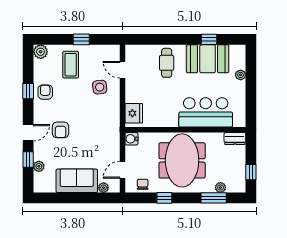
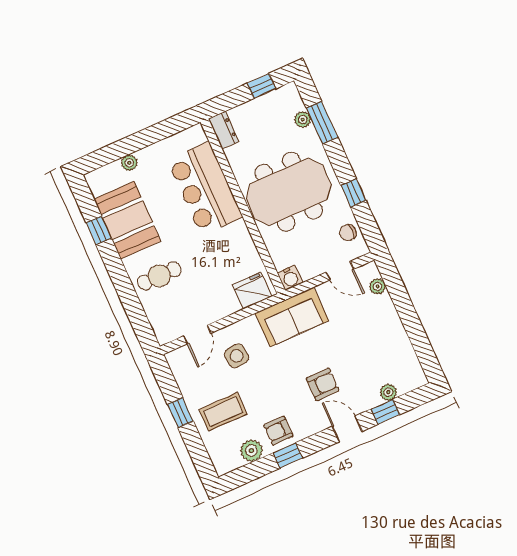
plant: (41, 52) -> (251, 451), moved
sofa: (77, 181) -> (292, 317), moved, turned -90

